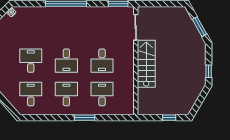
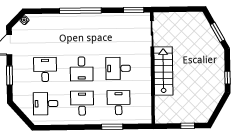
desk: (102, 61) -> (118, 68), turned 90
desk: (31, 94) -> (46, 104), turned -90
window: (84, 118) -> (112, 127), moved

